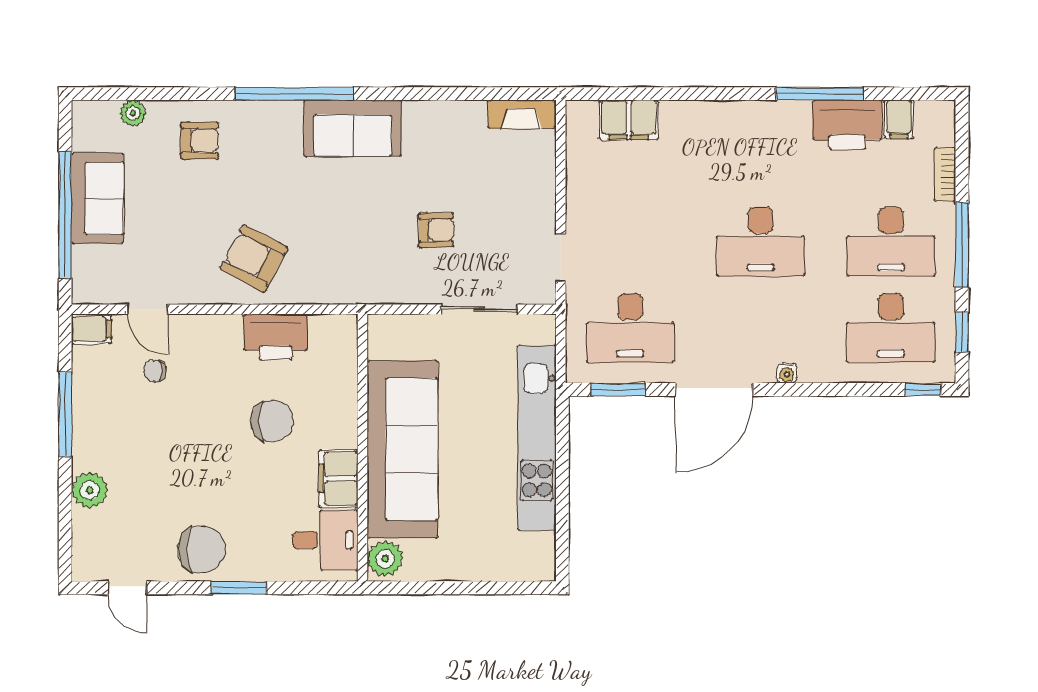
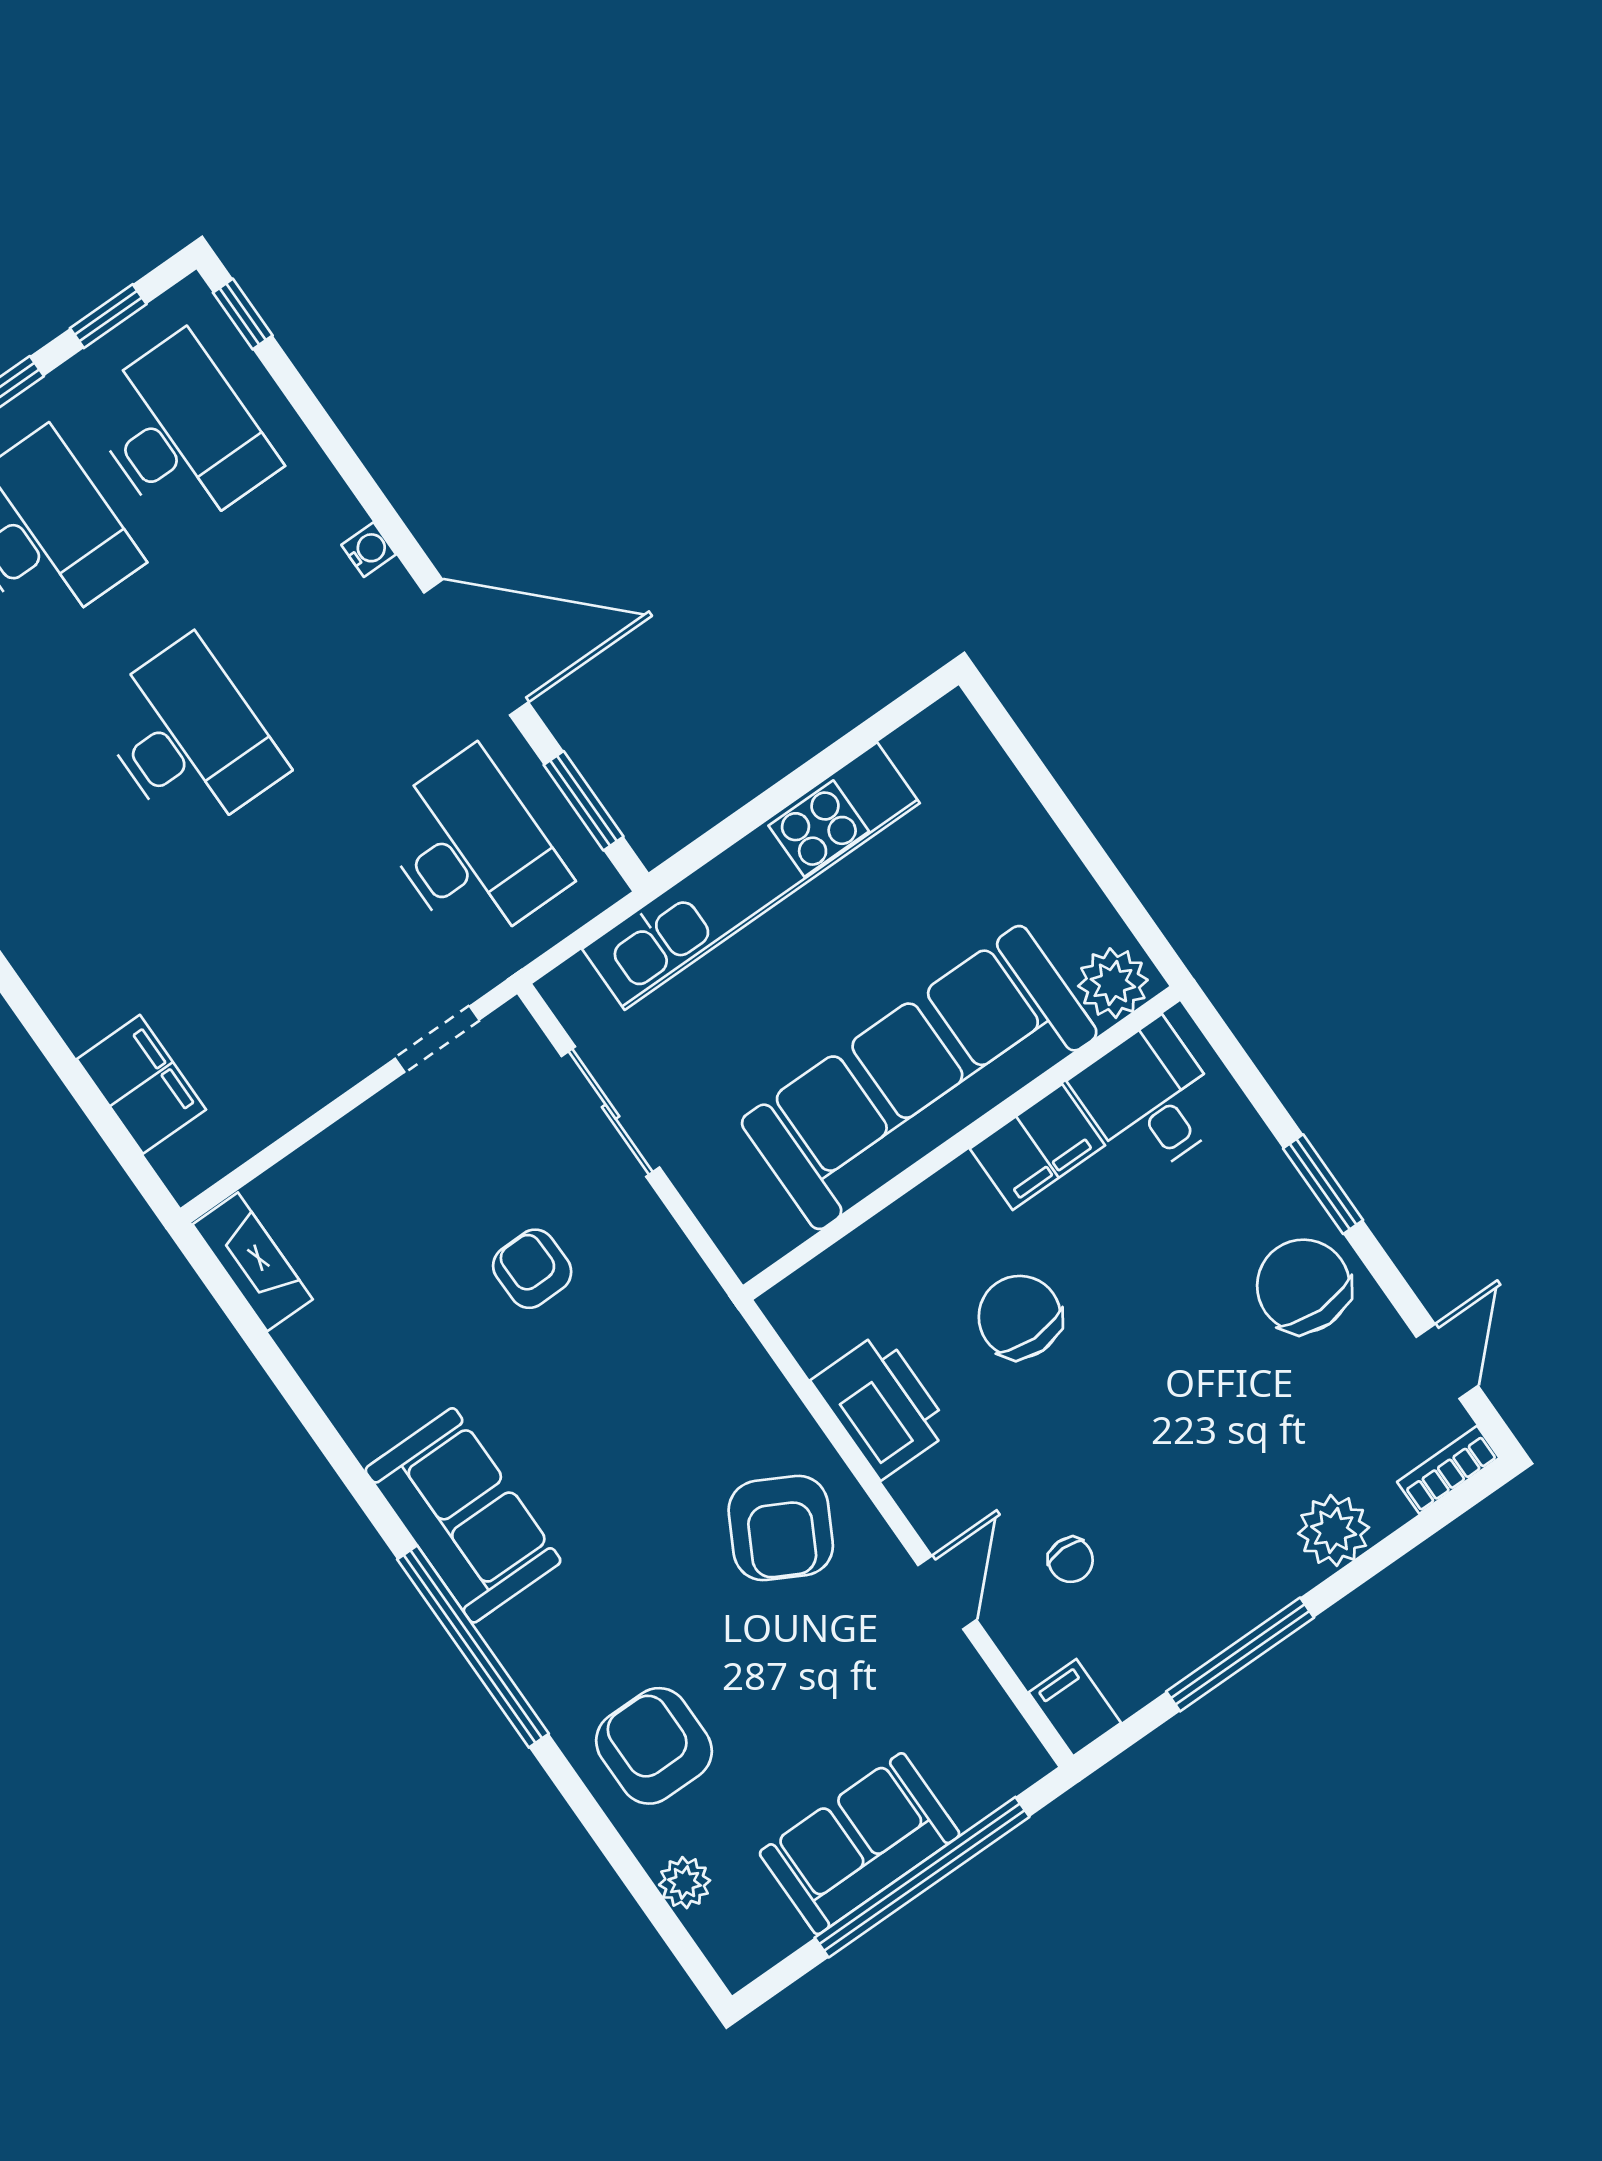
armchair: (199, 141) -> (654, 1746), width x1.38, depth x1.38
door: (147, 309) -> (947, 1593), moved
bookcase: (81, 556) -> (1448, 1470), added

